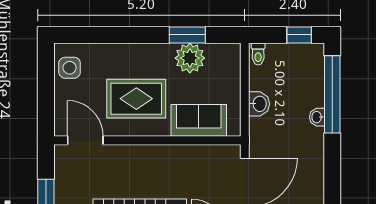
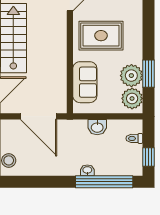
toilet: (258, 54) -> (134, 138), moved
plant: (221, 57) -> (132, 98), added
rug: (136, 99) -> (101, 36), turned 90

